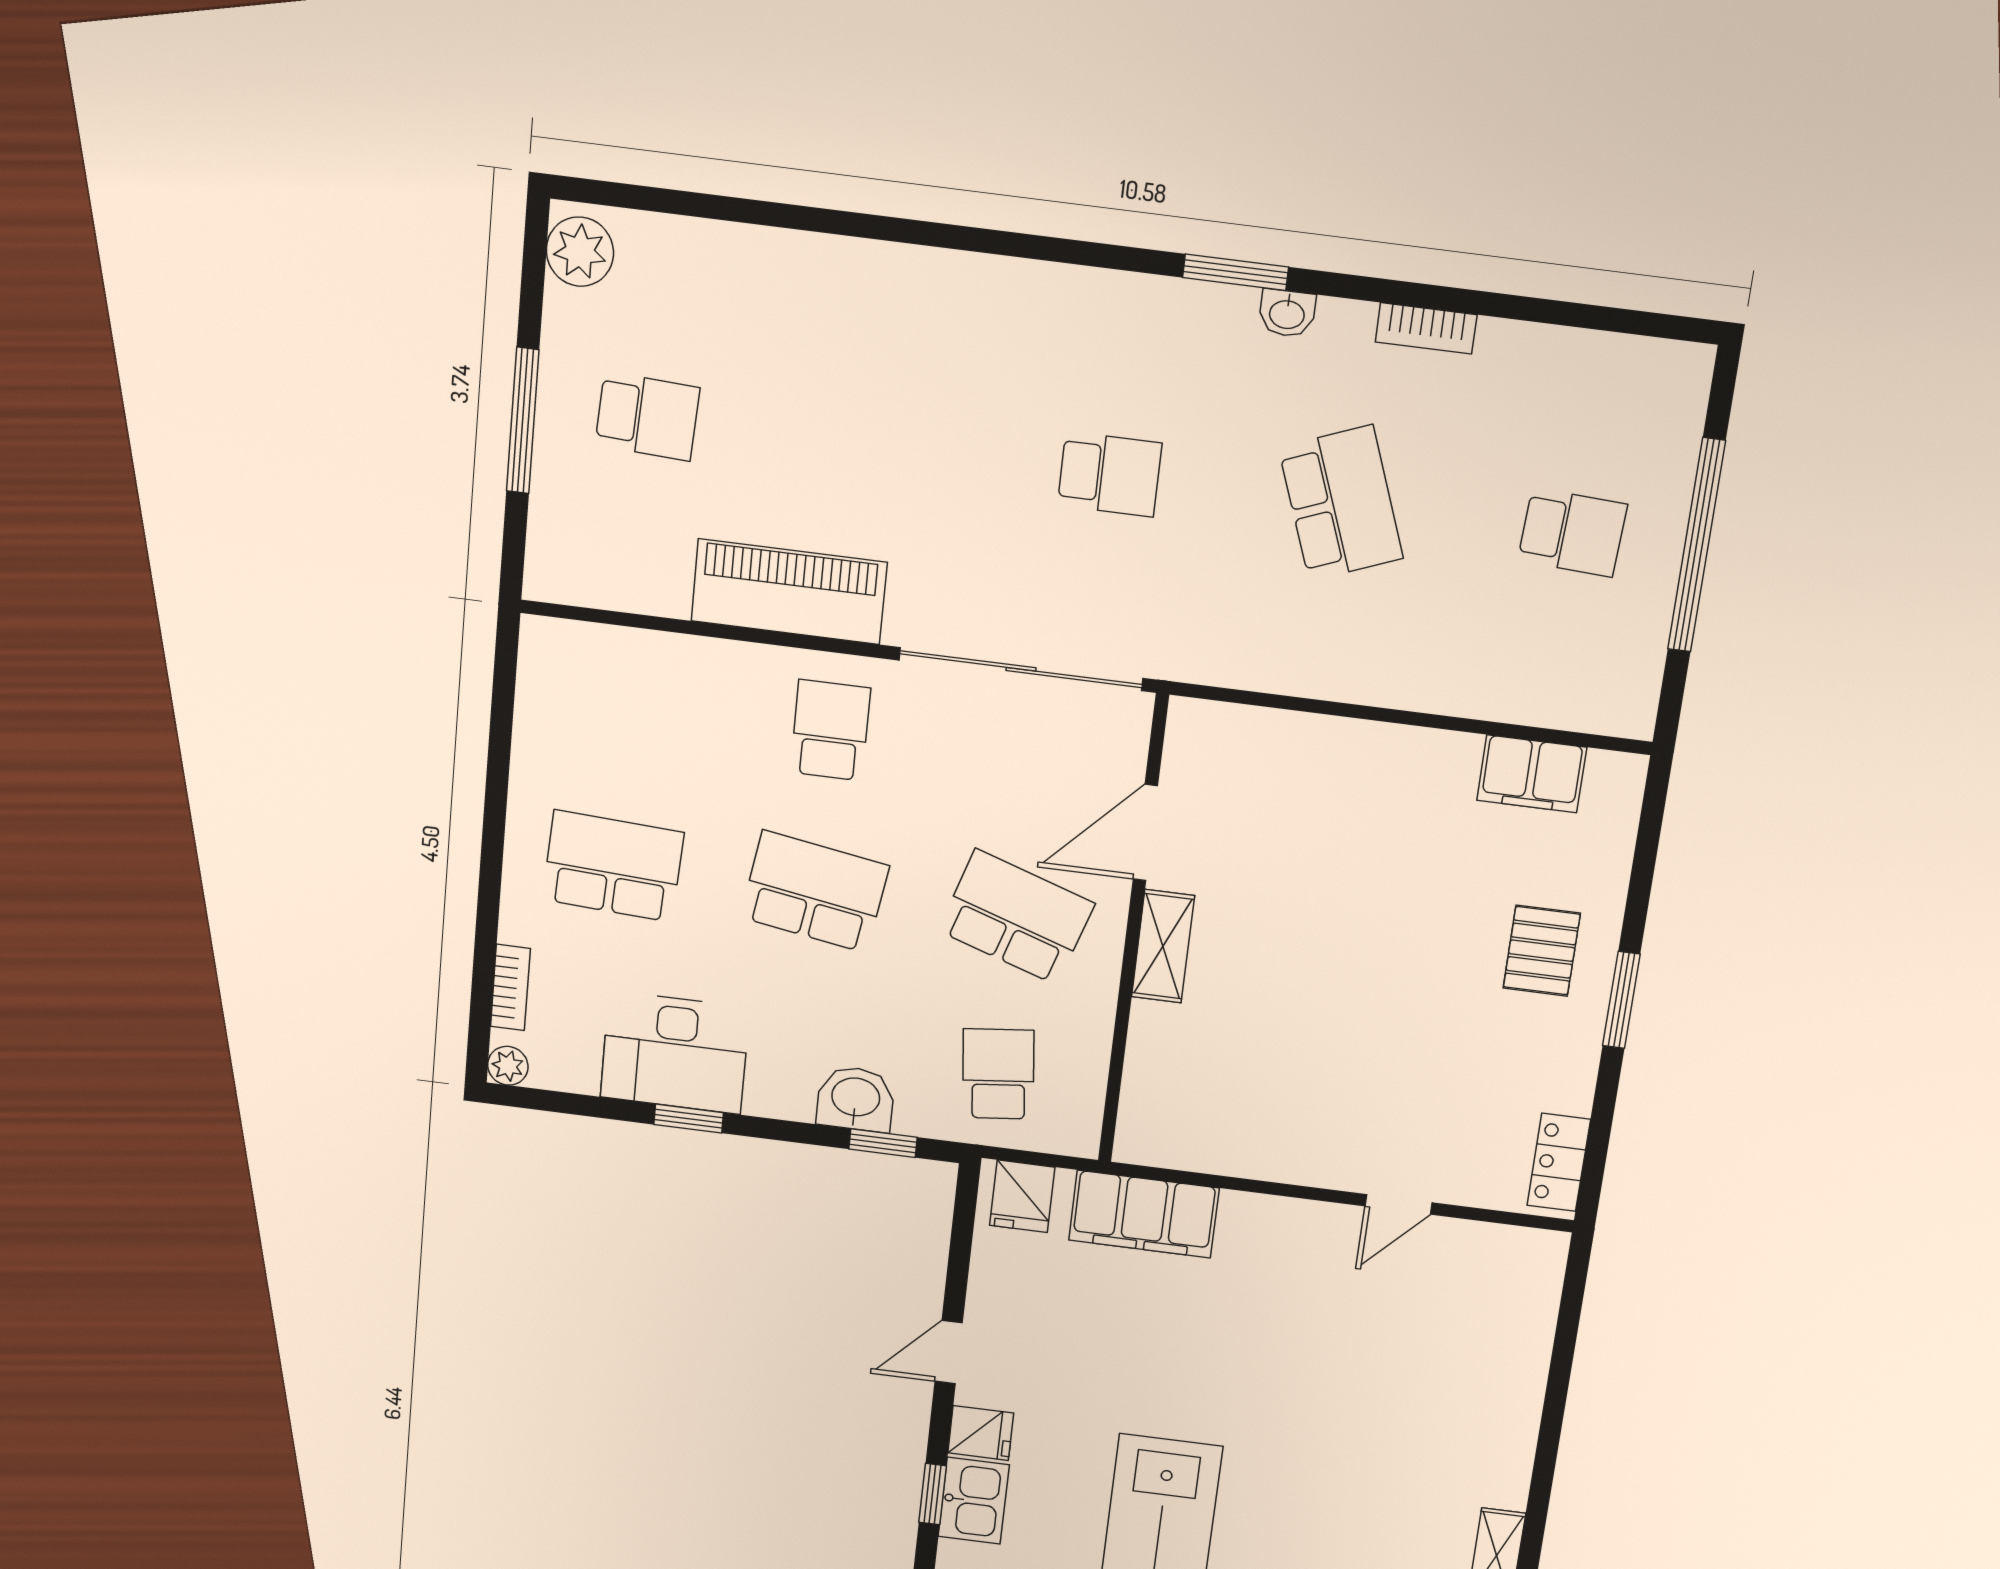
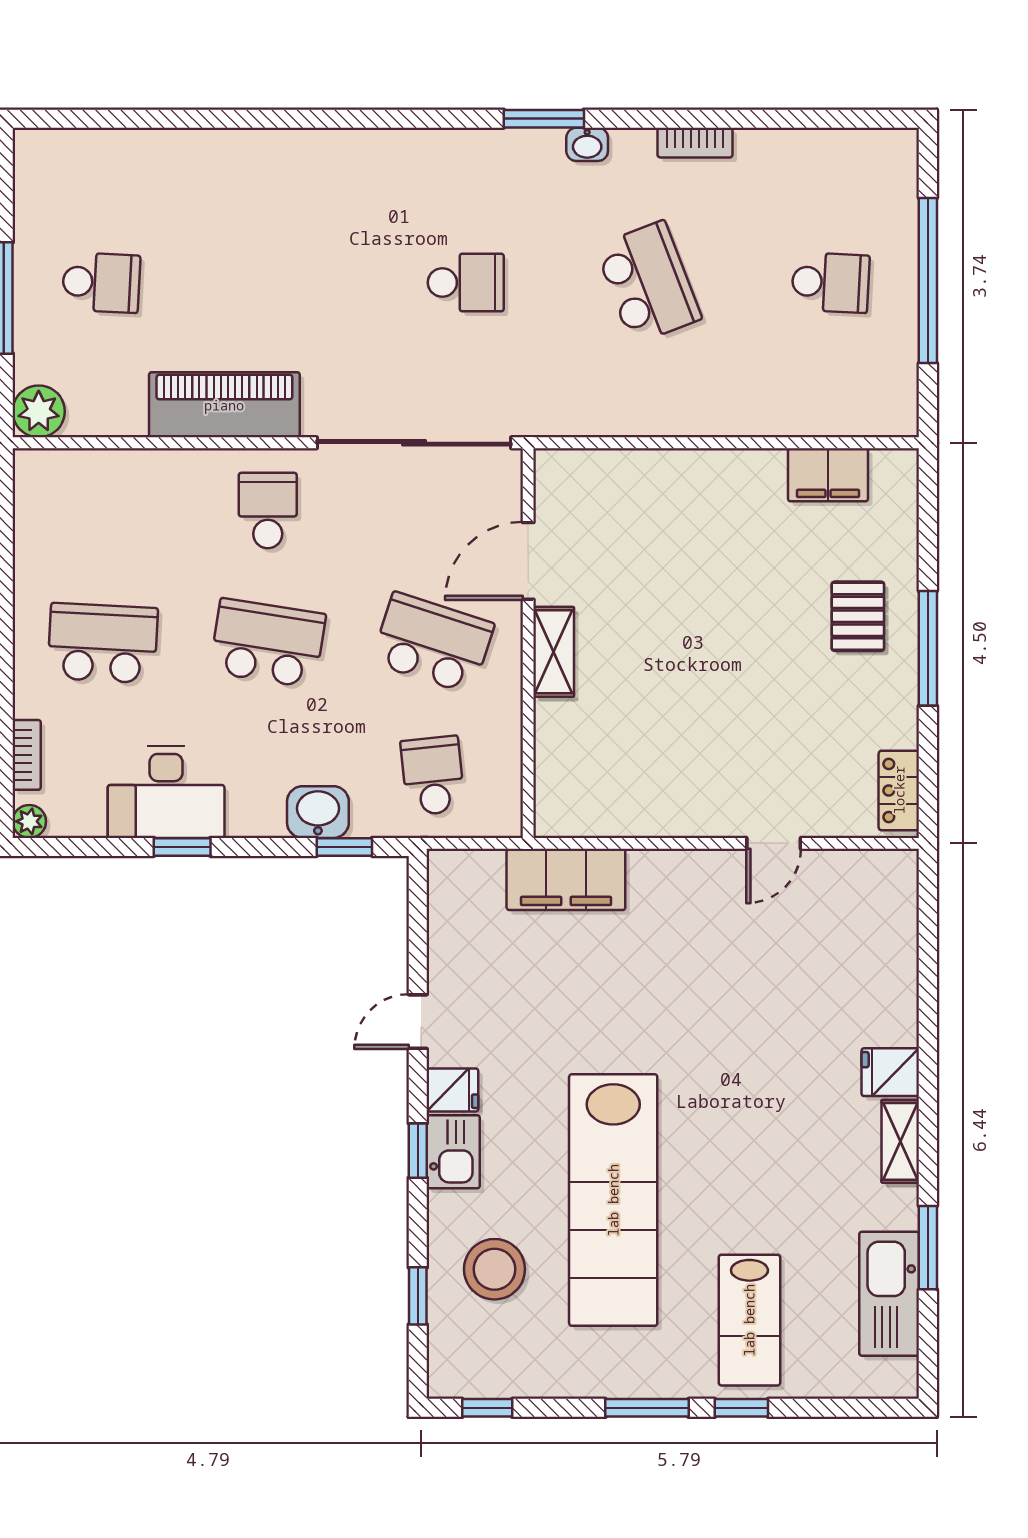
plant: (580, 252) -> (39, 411), moved
window: (1621, 1000) -> (928, 648), width x1.44
fridge: (1022, 1196) -> (890, 1072), moved, turned 90

